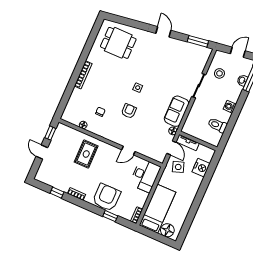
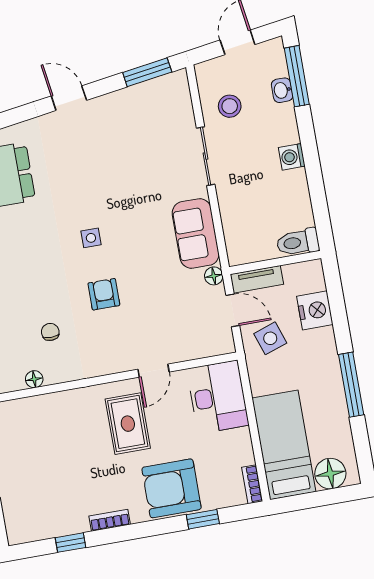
toilet: (217, 125) -> (298, 242), moved
rug: (86, 154) -> (128, 424), moved
armchair: (106, 197) -> (172, 488), turned -90
window: (196, 203) -> (351, 385), added

